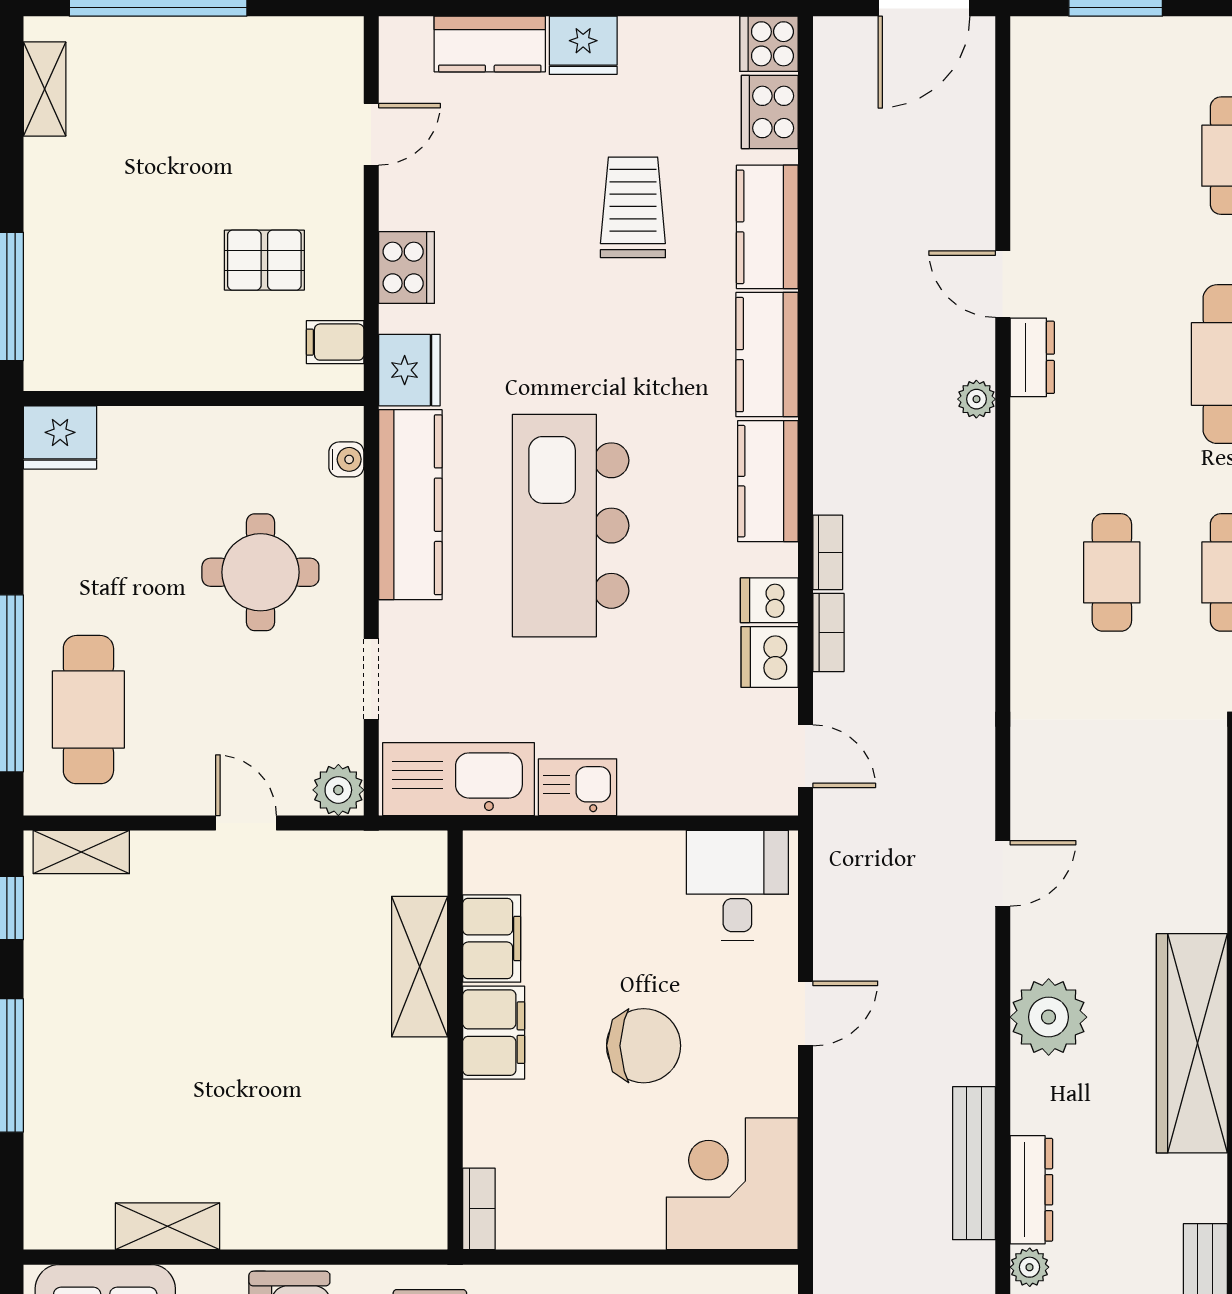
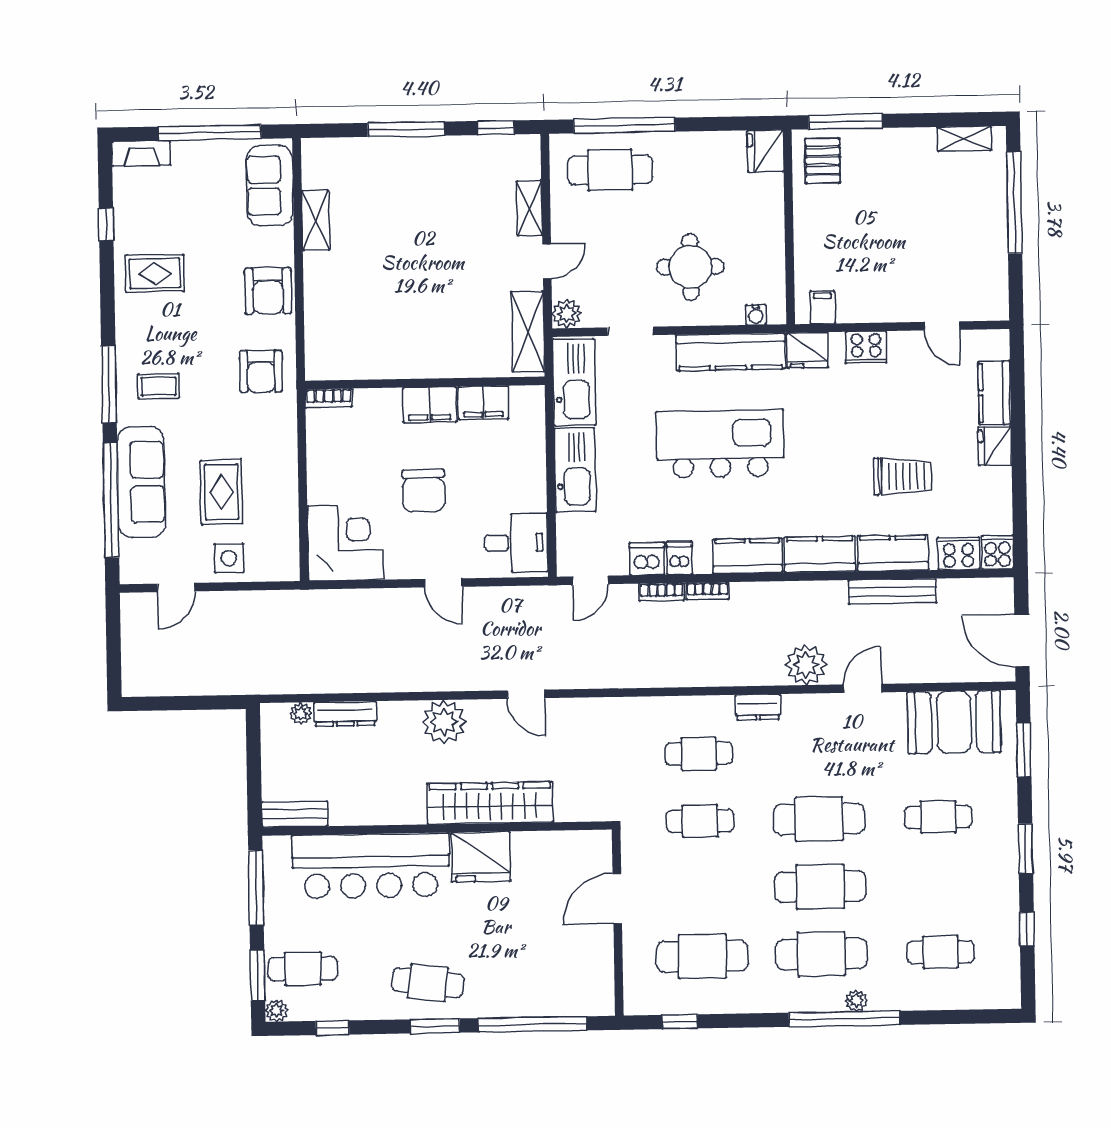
booth: (1064, 125) -> (954, 722), added
pallet: (264, 260) -> (823, 161), moved
dresser: (1032, 357) -> (758, 707), moved
plant: (976, 399) -> (806, 665), width x1.88, depth x1.88
kitchen sink: (578, 787) -> (575, 470), width x1.88, depth x1.24
shelving: (81, 852) -> (529, 208), moved
shelving: (420, 967) -> (528, 332), moved, turned 90
wardrobe: (1192, 1043) -> (490, 803), moved
bench: (974, 1163) -> (892, 592), moved

